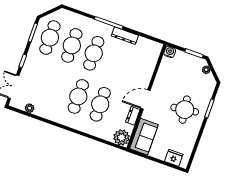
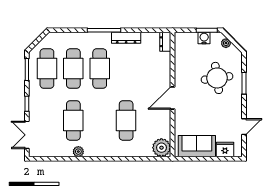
water cooler: (170, 52) -> (204, 38), moved
cafe table: (78, 96) -> (73, 120), moved
plant: (30, 108) -> (78, 152), moved
round table: (185, 110) -> (217, 78), moved
dresser: (133, 116) -> (165, 42), moved
sofa: (144, 137) -> (197, 146), moved, turned -90
door: (196, 145) -> (244, 127), added

